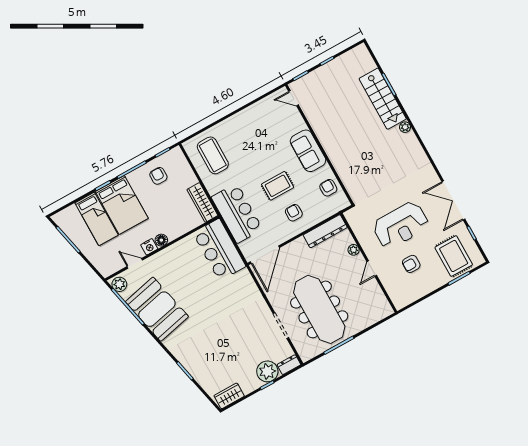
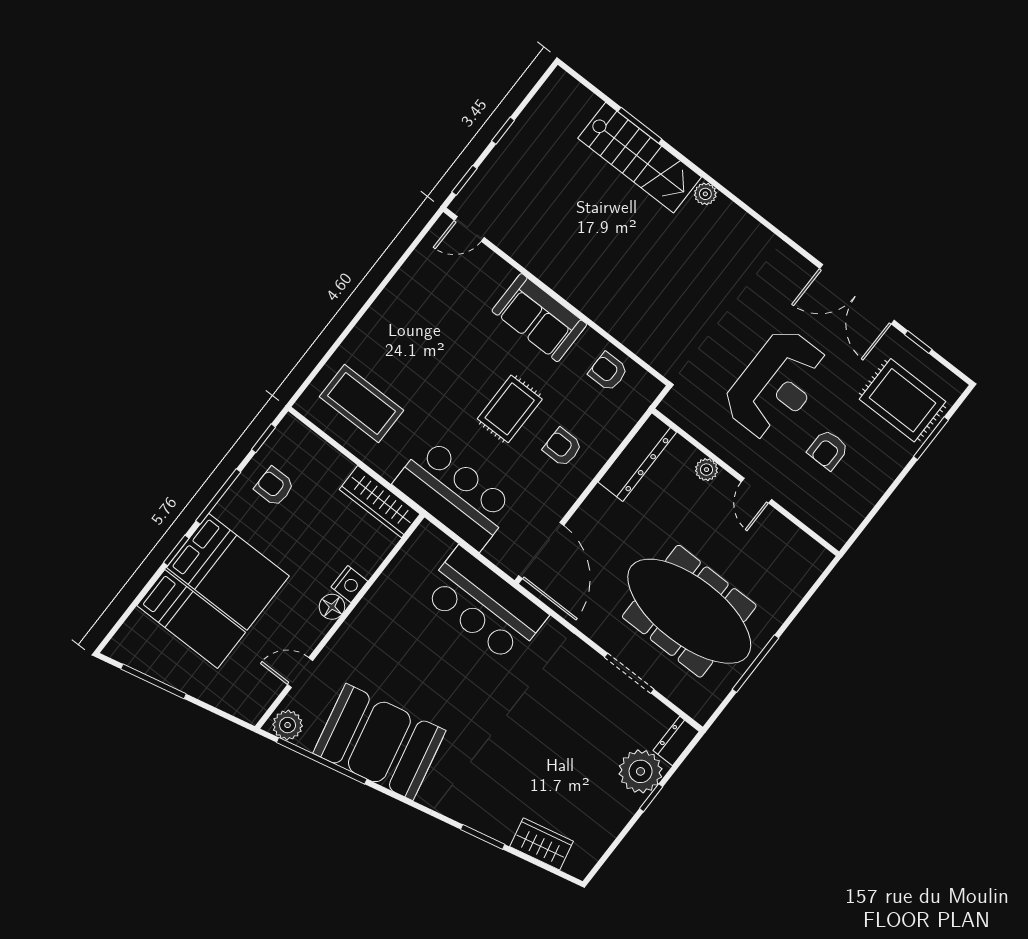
nightstand: (149, 247) -> (349, 584), moved
bar counter: (219, 250) -> (485, 605), moved
wardrobe: (229, 396) -> (542, 844), moved, turned 77

